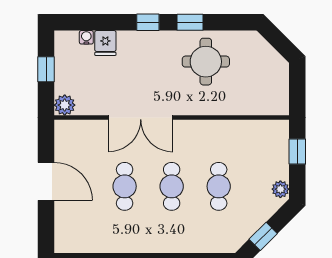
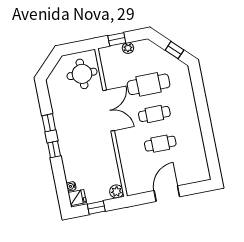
fridge: (105, 43) -> (77, 198), moved
round table: (206, 62) -> (82, 74), moved
double door: (141, 118) -> (109, 110), moved
cafe table: (219, 186) -> (149, 84), width x1.37, depth x1.35
plant: (280, 189) -> (128, 48), moved

